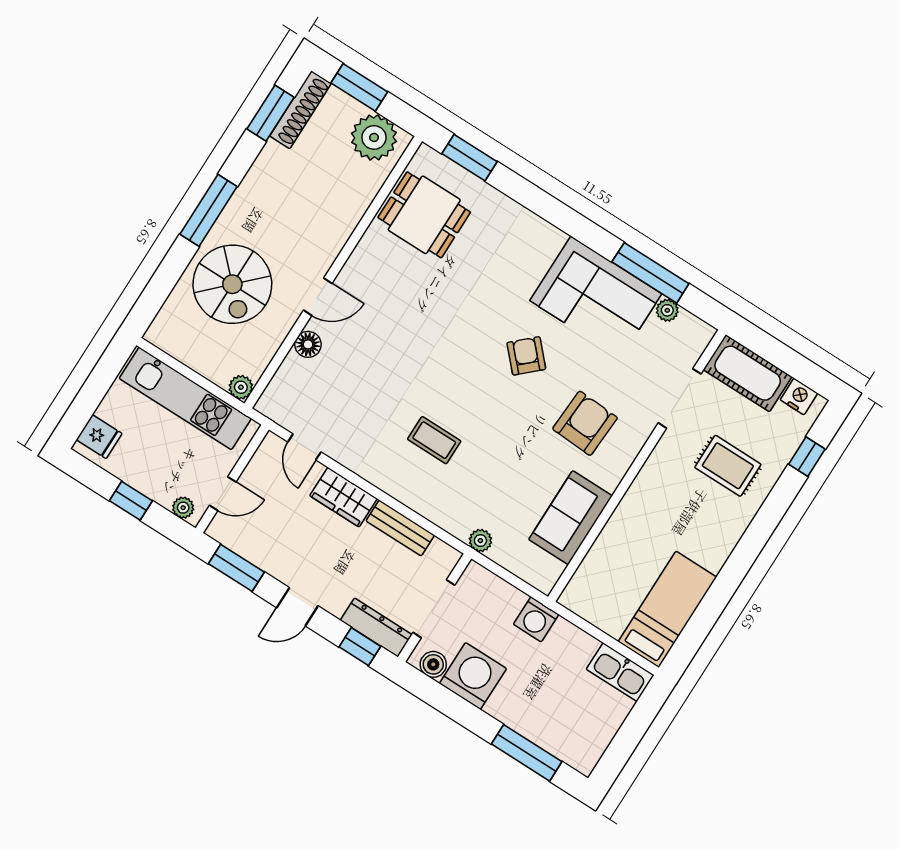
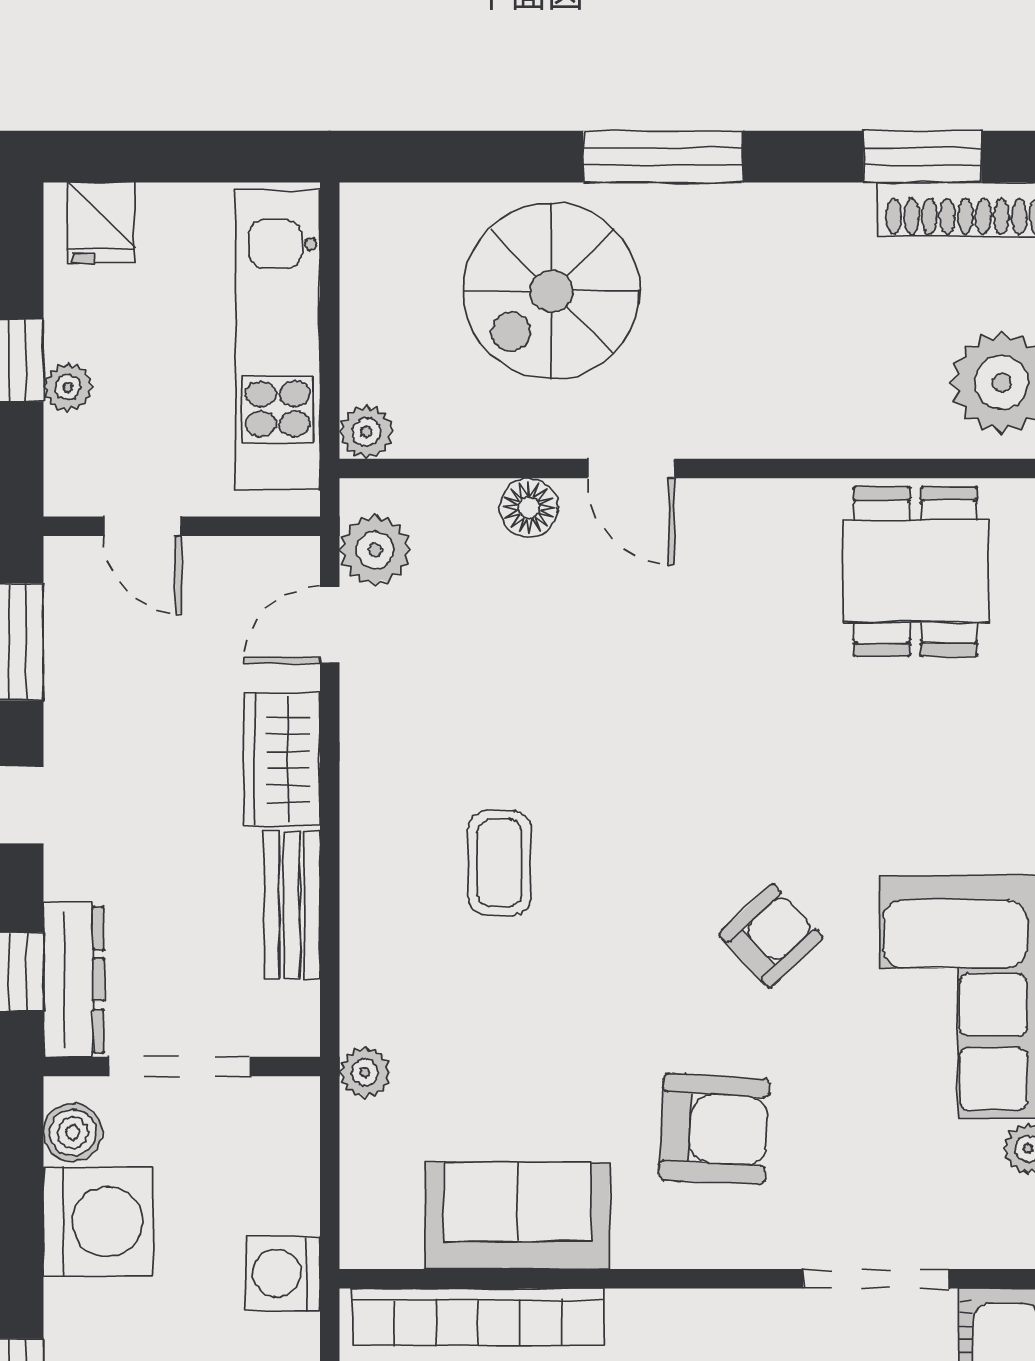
plant: (287, 412) -> (375, 550), added
plant: (183, 508) -> (68, 387), moved
bookcase: (599, 556) -> (478, 1317), added

